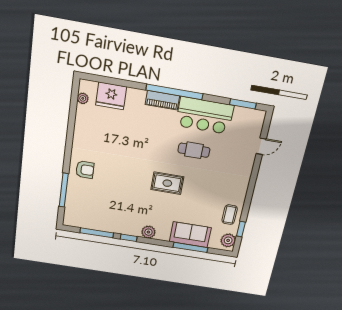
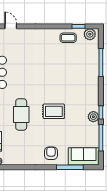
cafe table: (194, 150) -> (21, 114), moved, width x1.37, depth x1.35
rug: (167, 183) -> (54, 111), moved, turned 90
plant: (148, 232) -> (93, 117), moved
sofa: (190, 235) -> (84, 156), moved, turned 90

